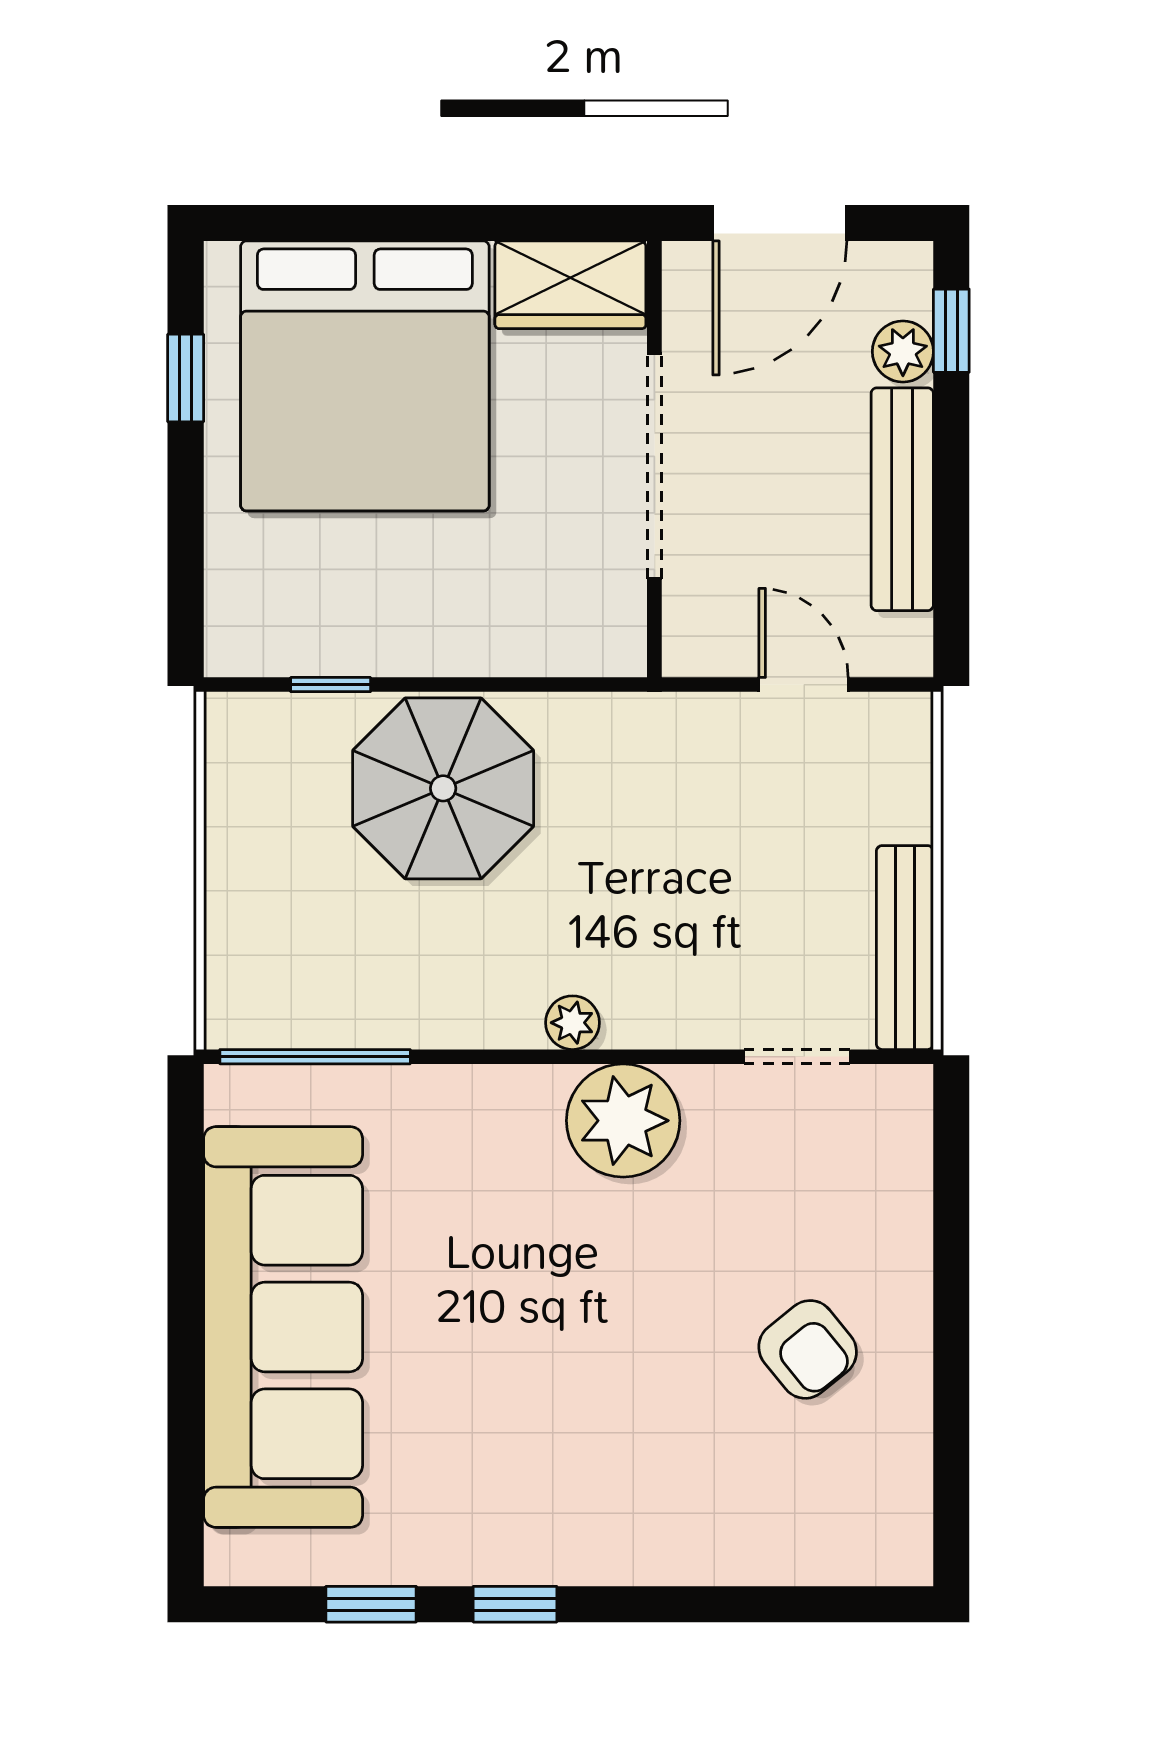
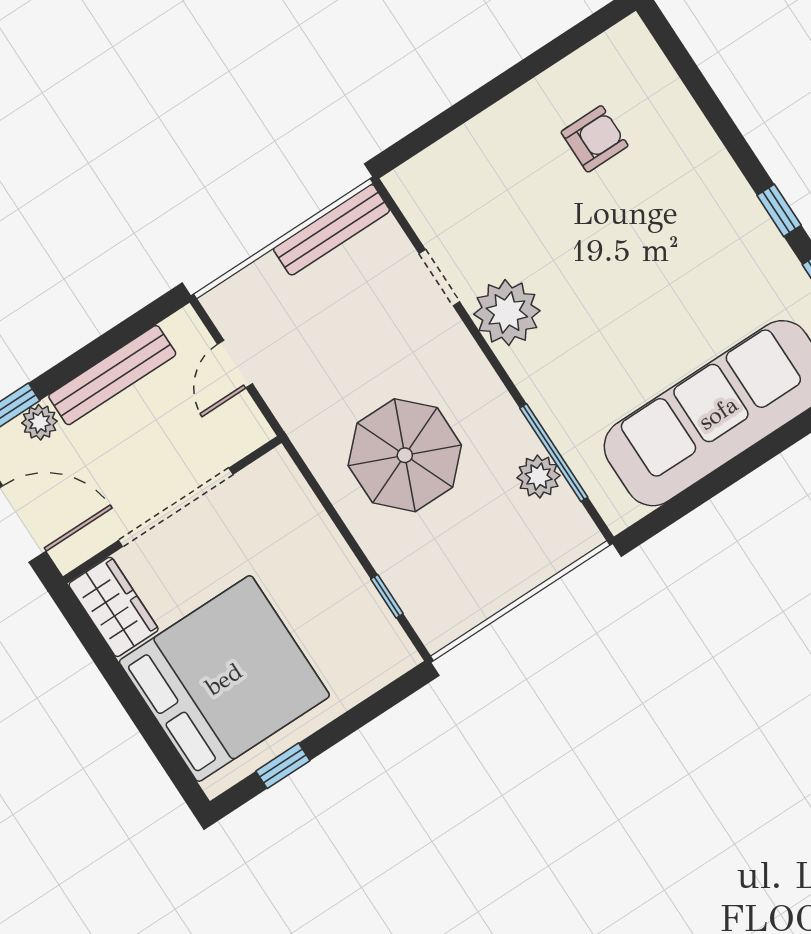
parasol: (443, 788) -> (405, 455), moved
plant: (572, 1023) -> (539, 477), moved, width x1.38, depth x1.38
window: (315, 1057) -> (554, 453), moved
doorway: (797, 1057) -> (439, 278), moved
armchair: (808, 1349) -> (595, 139), moved, turned 39

